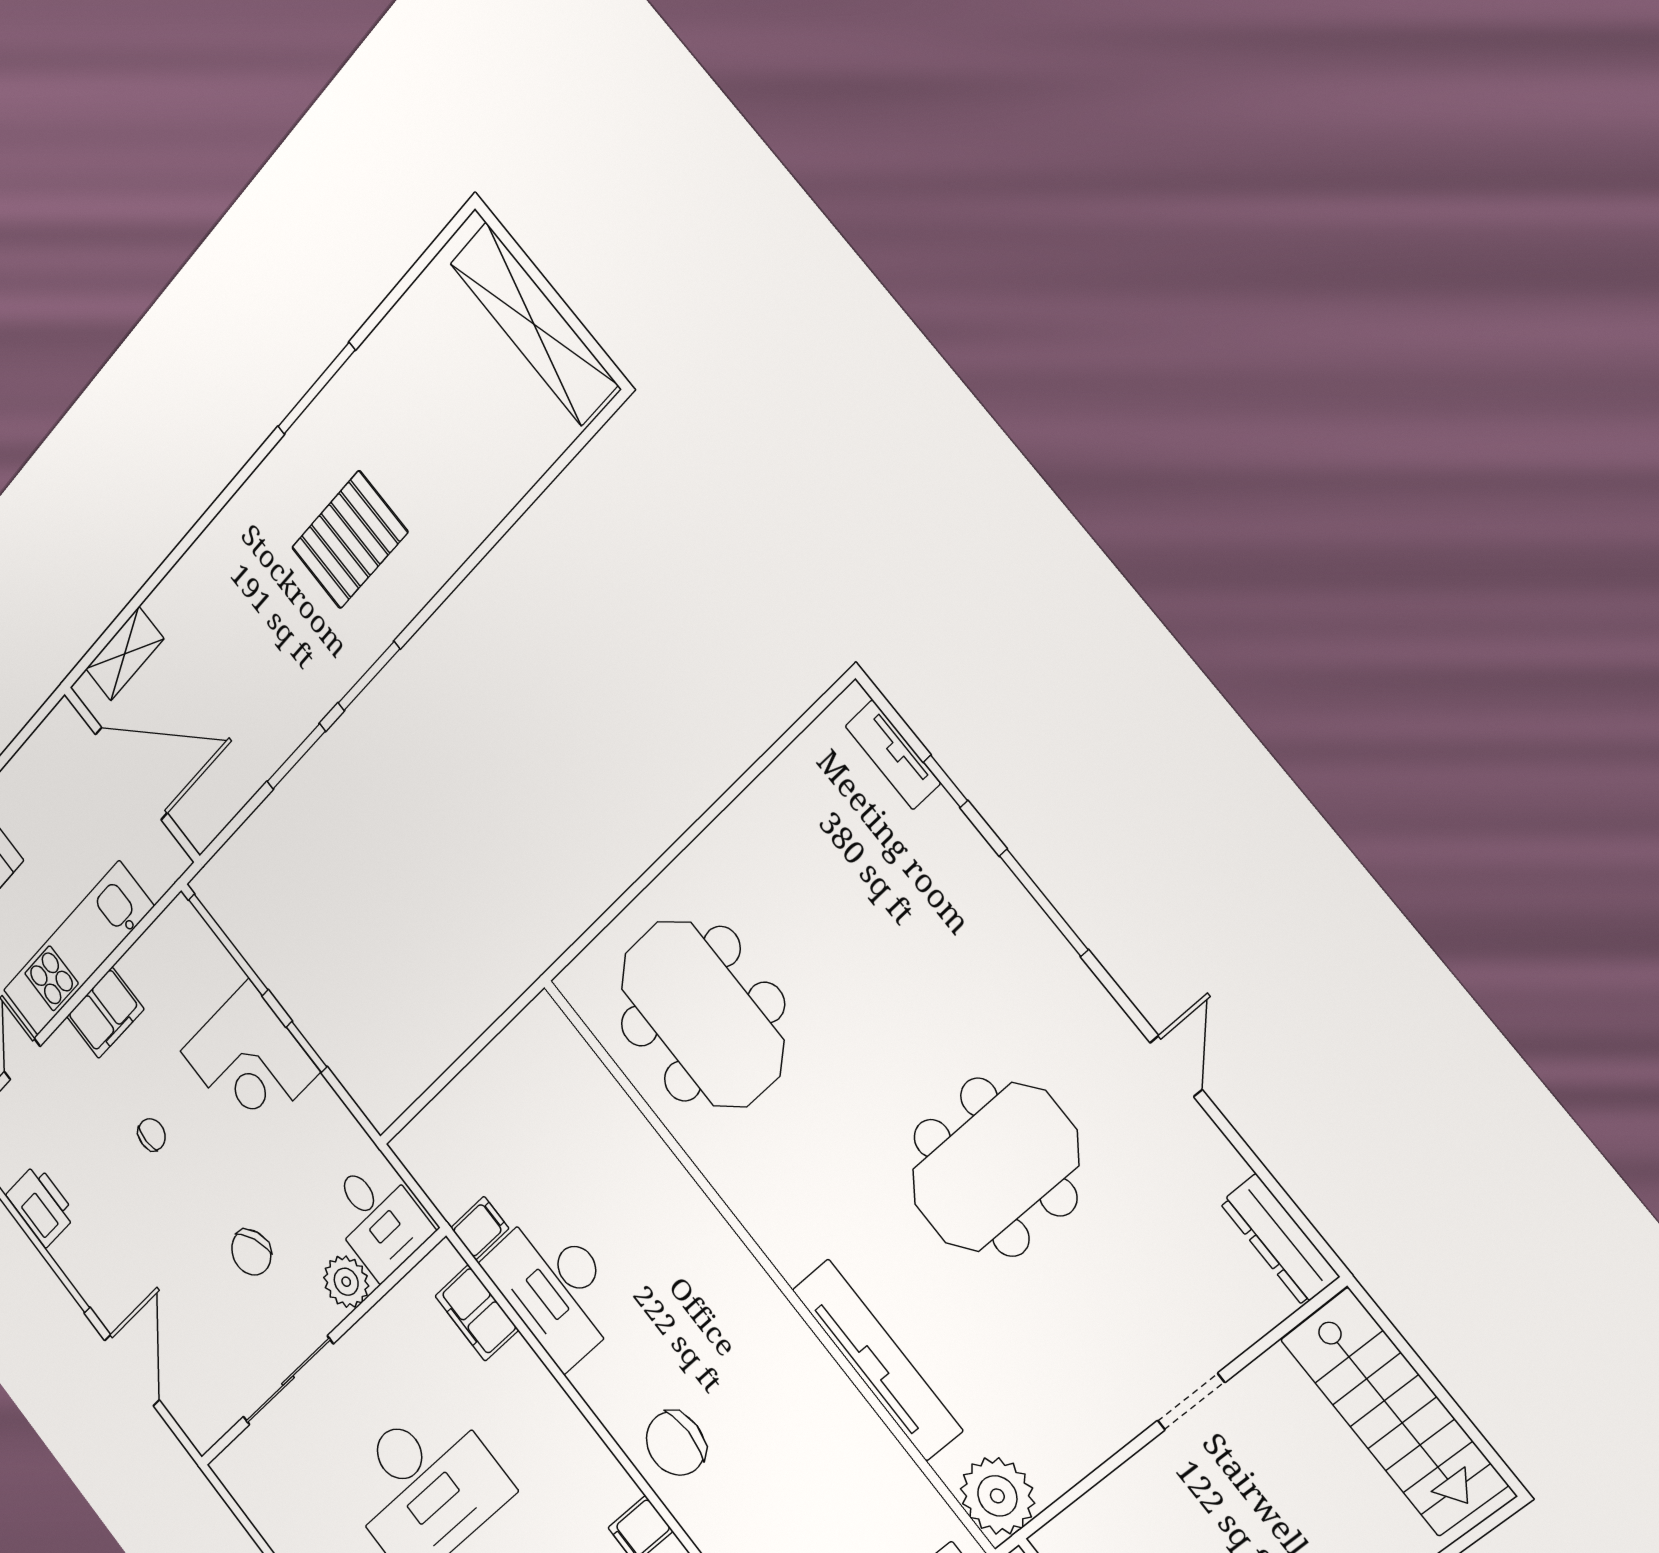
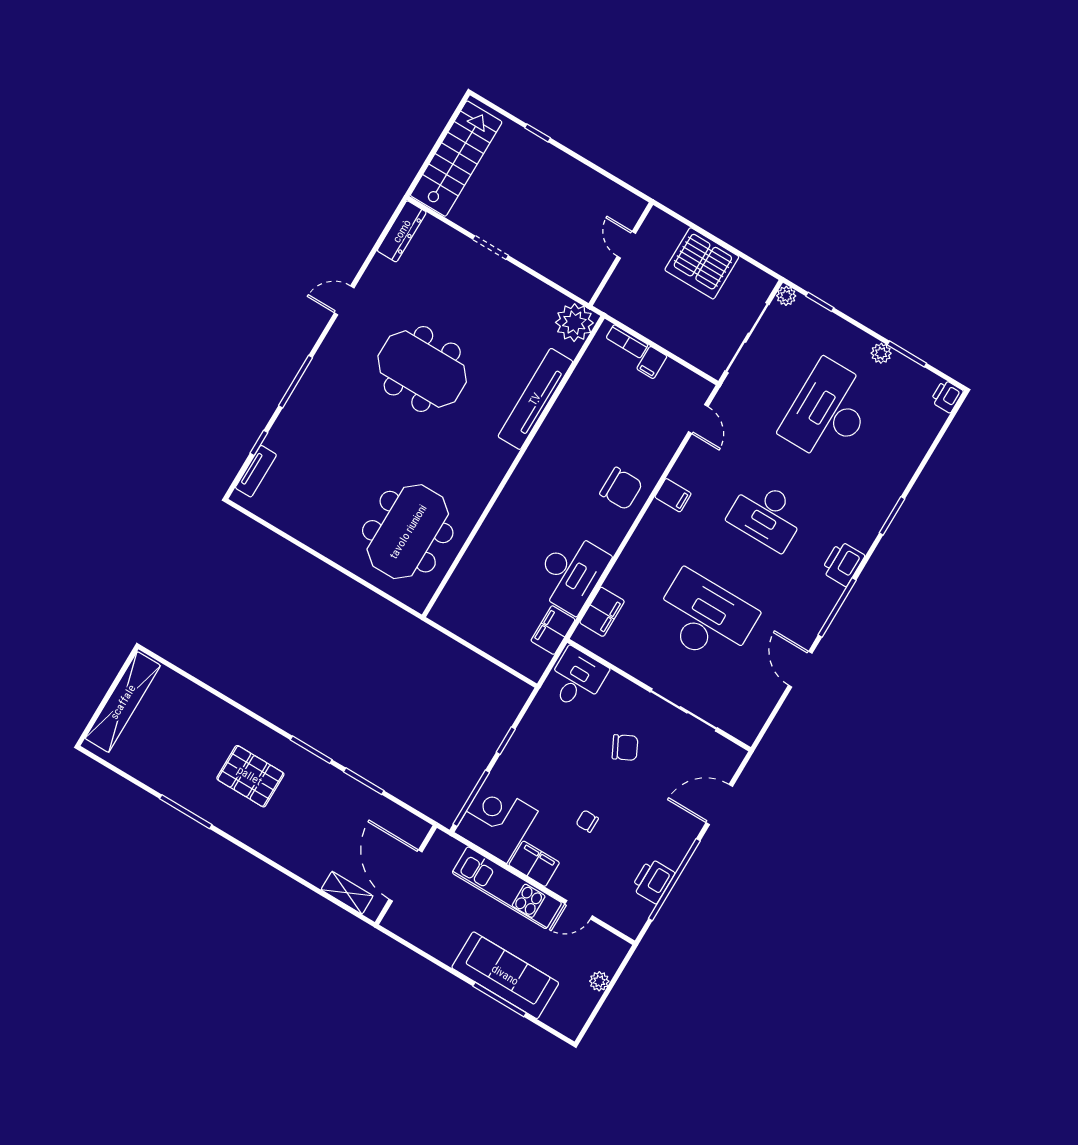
corner desk: (250, 1061) -> (496, 822), moved, turned -90
filing cabinet: (480, 1228) -> (553, 630), width x2.00
plant: (346, 1282) -> (617, 689), removed

